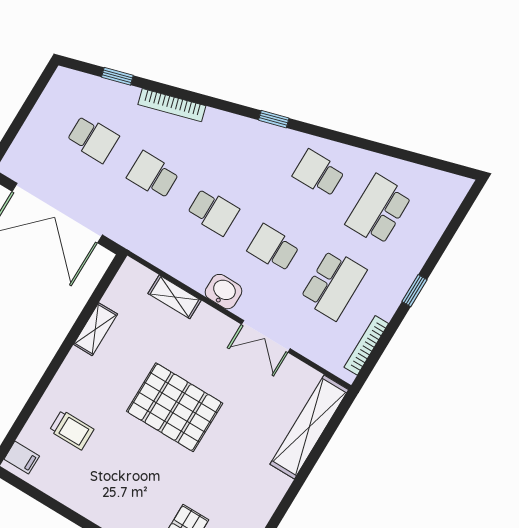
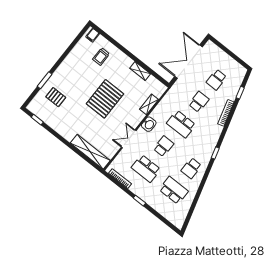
school desk: (319, 173) -> (191, 168), turned 180
school desk: (213, 212) -> (181, 124), width x1.85

